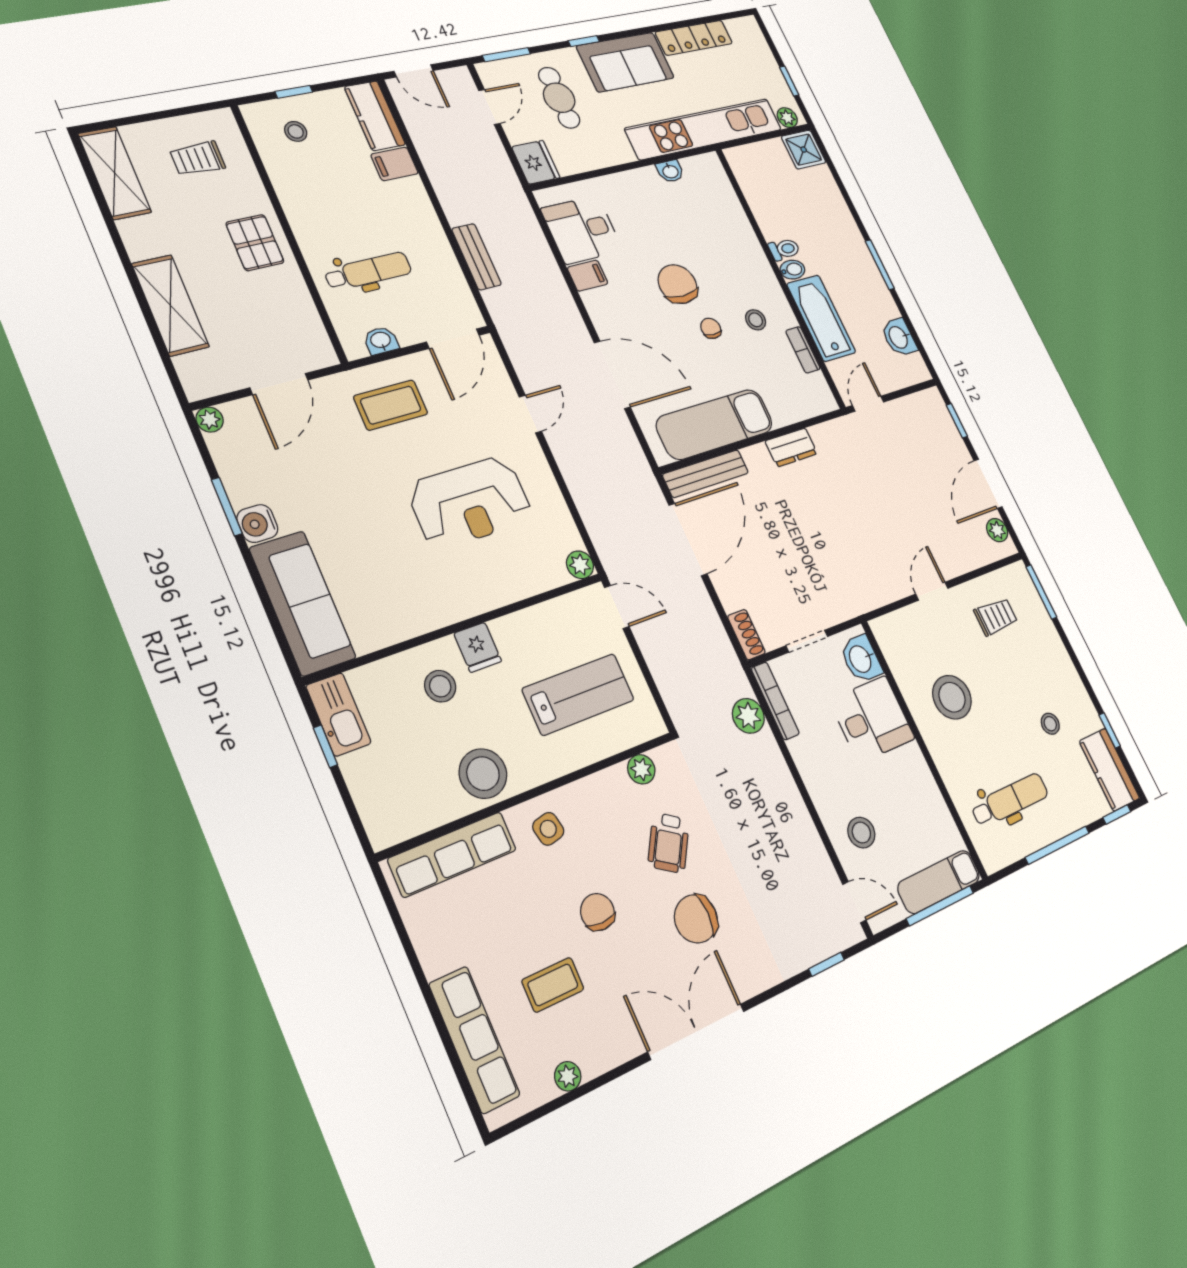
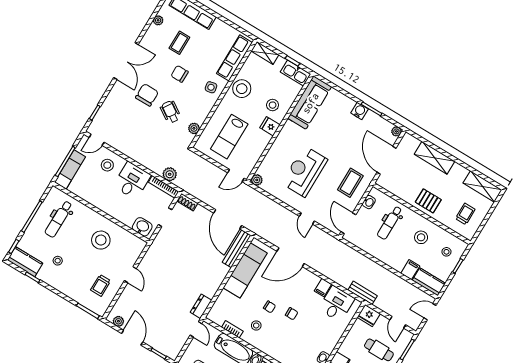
stool: (326, 196) -> (421, 237), added
bench: (477, 257) -> (363, 293), moved
chair: (678, 284) -> (292, 314), width x0.54, depth x0.54
door: (279, 384) -> (386, 160), width x1.36
dresser: (791, 447) -> (201, 306), moved
sofa: (303, 603) -> (310, 103), moved, turned -90
desk: (872, 719) -> (132, 181), moved, turned 180
shelving: (375, 813) -> (265, 53), added
chair: (598, 912) -> (180, 74), turned 180

